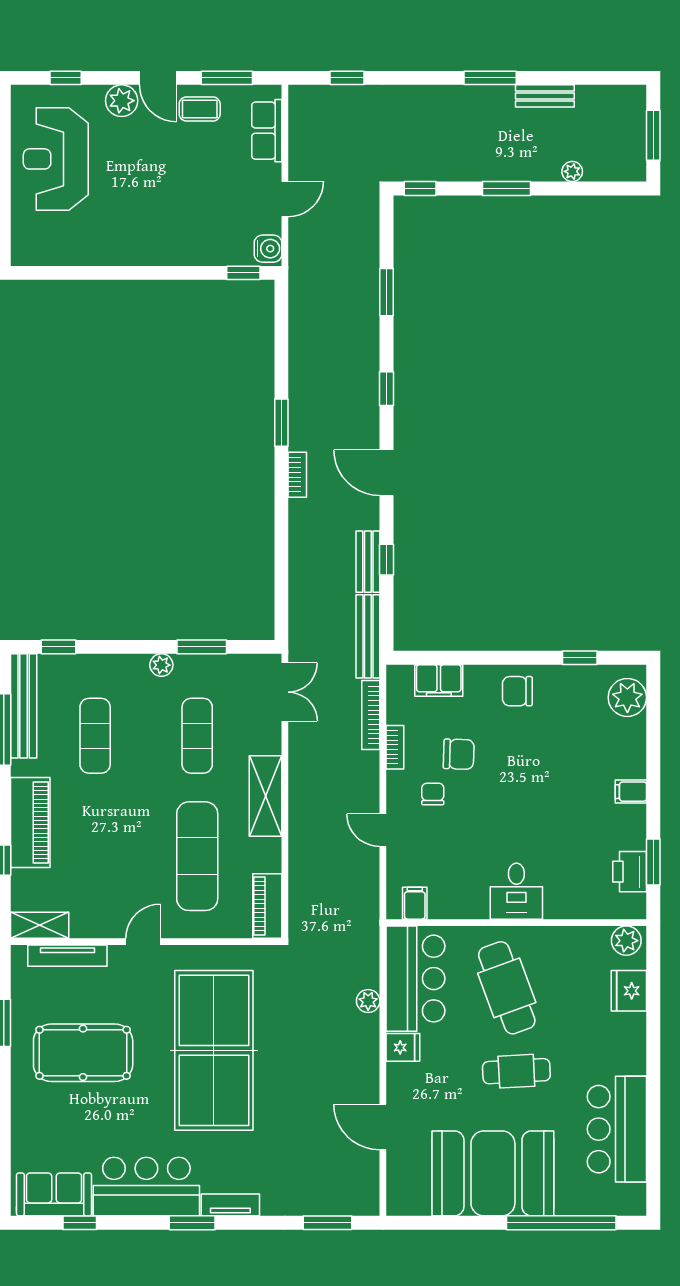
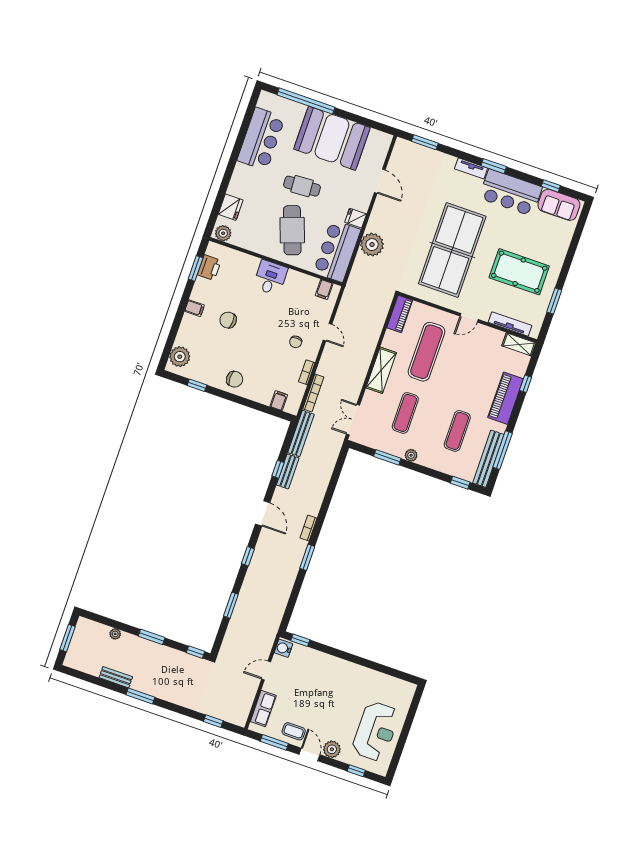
filing cabinet: (439, 680) -> (279, 401), width x0.50
chair: (459, 754) -> (228, 320), moved
plant: (368, 1001) -> (372, 245), width x1.88, depth x1.88

